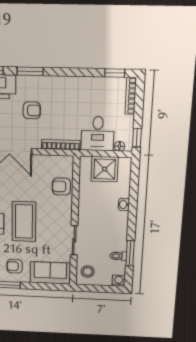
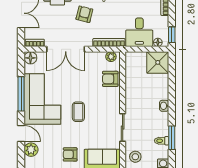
armchair: (32, 110) -> (84, 14), turned -76
plant: (63, 161) -> (111, 57), added
shower: (105, 169) -> (158, 62), moved
washbasin: (124, 204) -> (164, 106), moved
coffee table: (24, 221) -> (78, 112), width x0.54, depth x0.58

